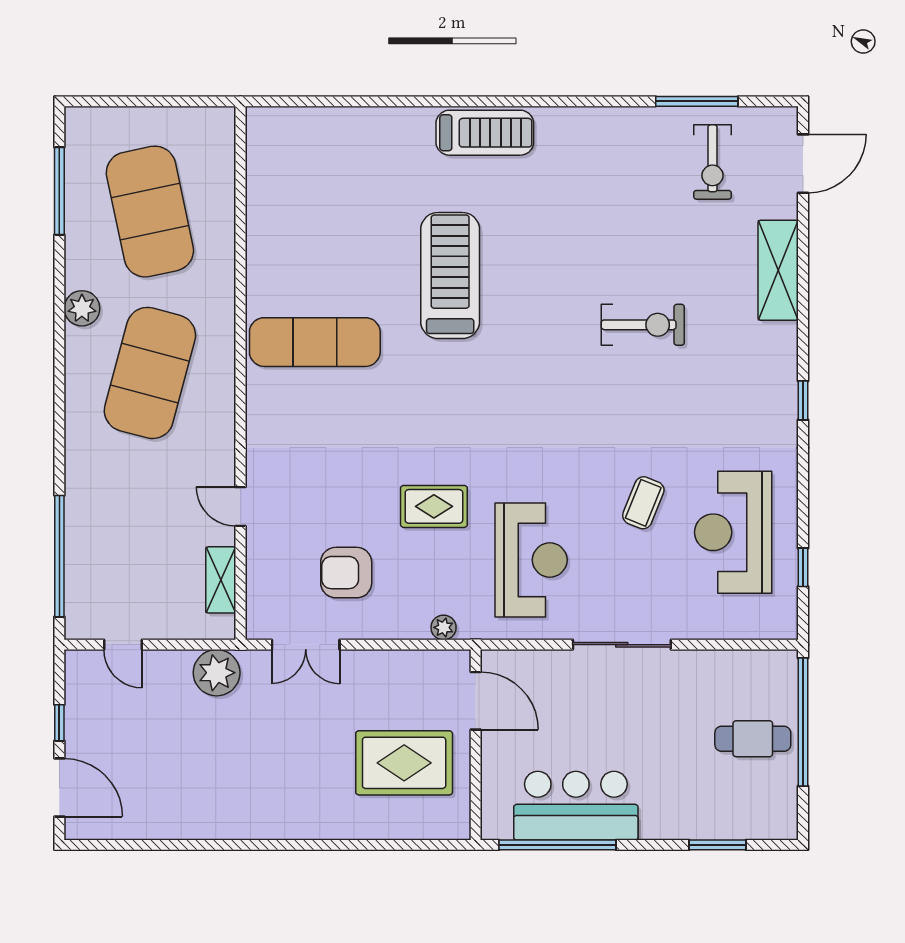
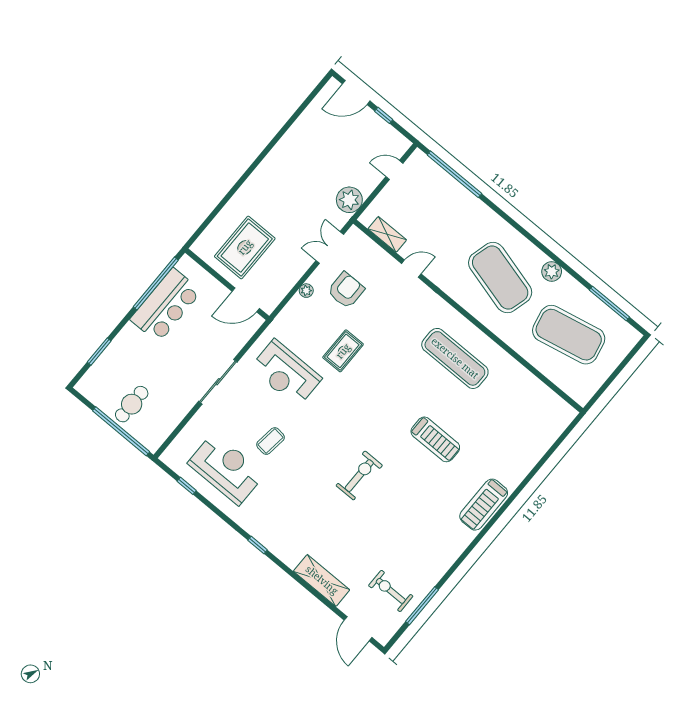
treadmill: (450, 276) -> (435, 439), width x0.73, depth x0.73
exercise bike: (643, 325) -> (359, 476), moved, turned 180
exercise mat: (315, 342) -> (455, 358), turned 90
coffee table: (643, 503) -> (271, 441), turned 75
plant: (444, 627) -> (306, 291), moved

